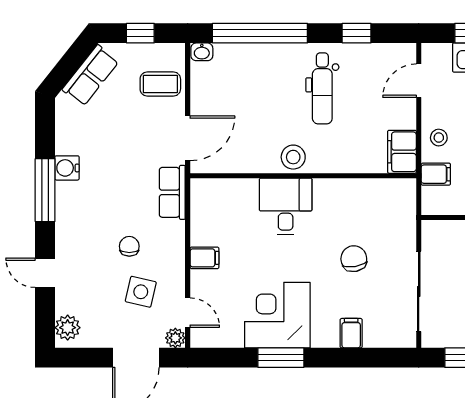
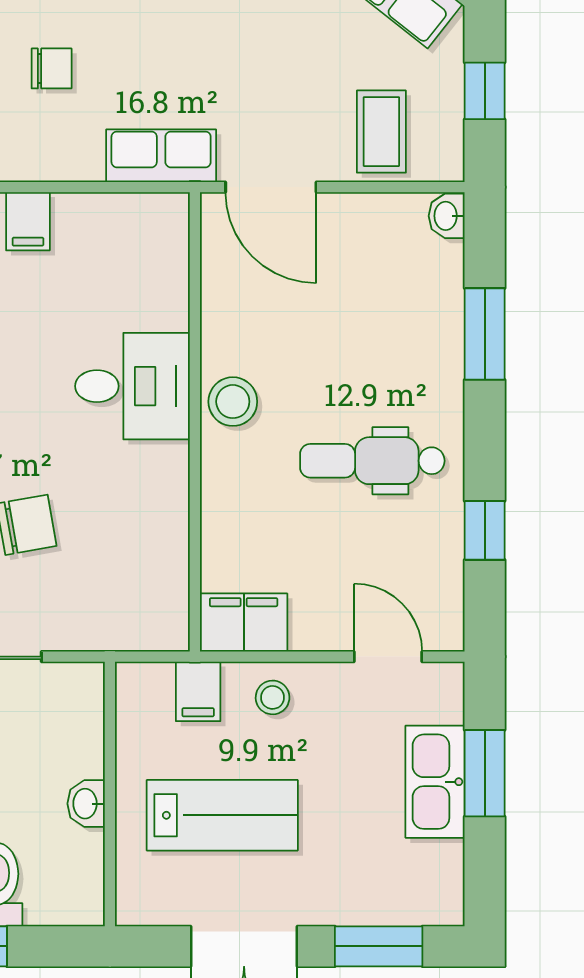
window: (260, 33) -> (485, 334), width x0.47

